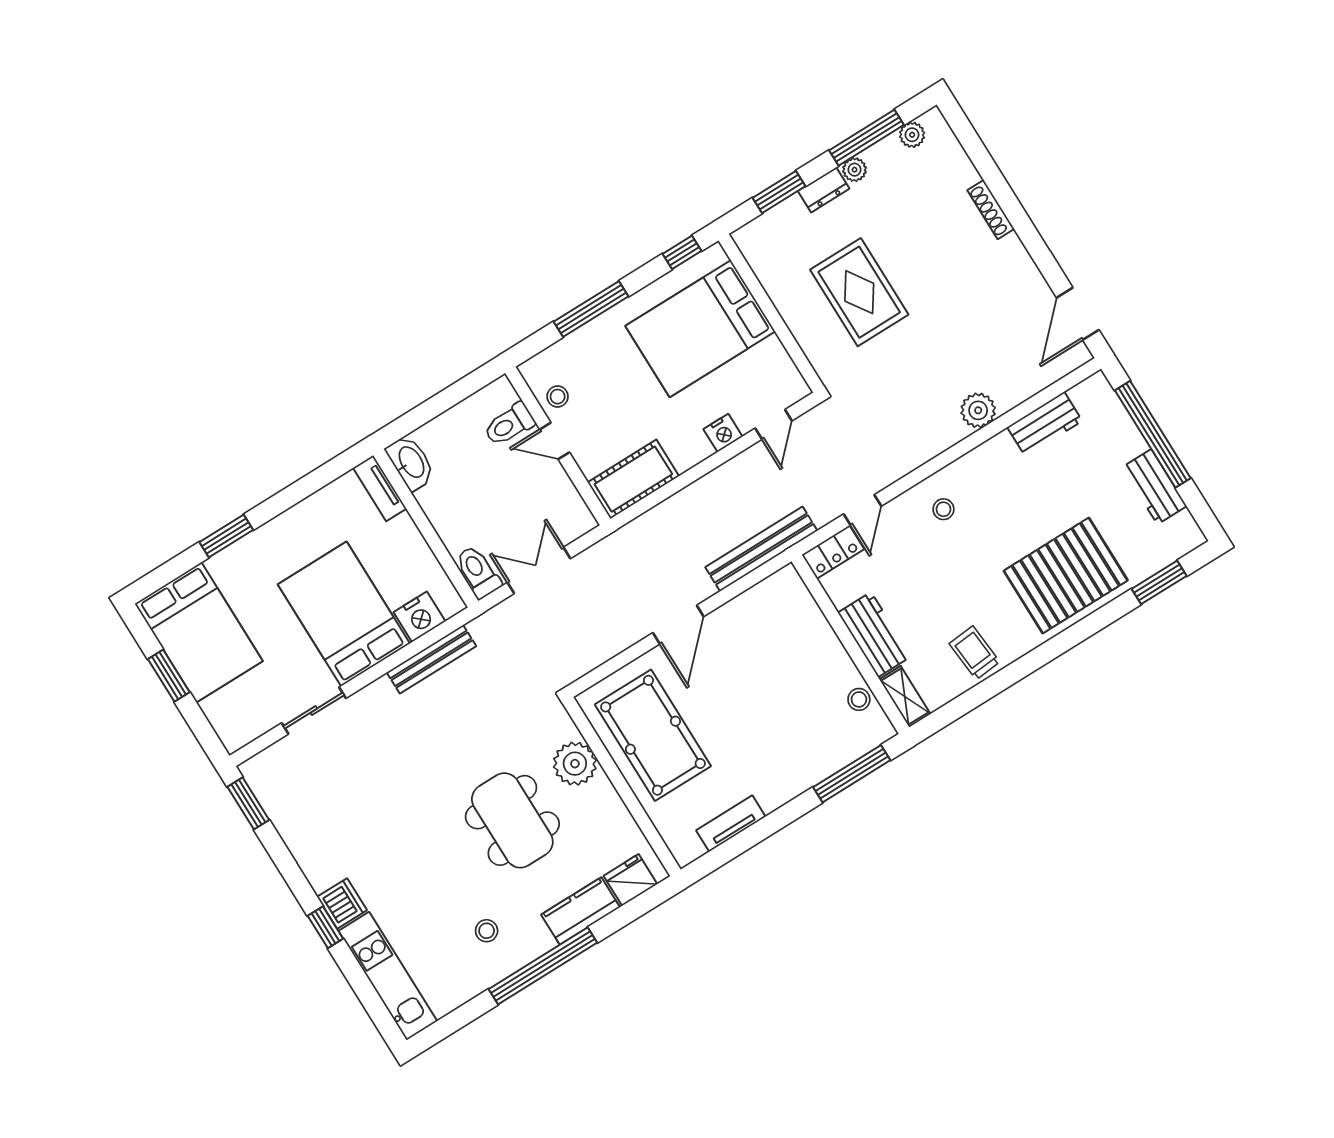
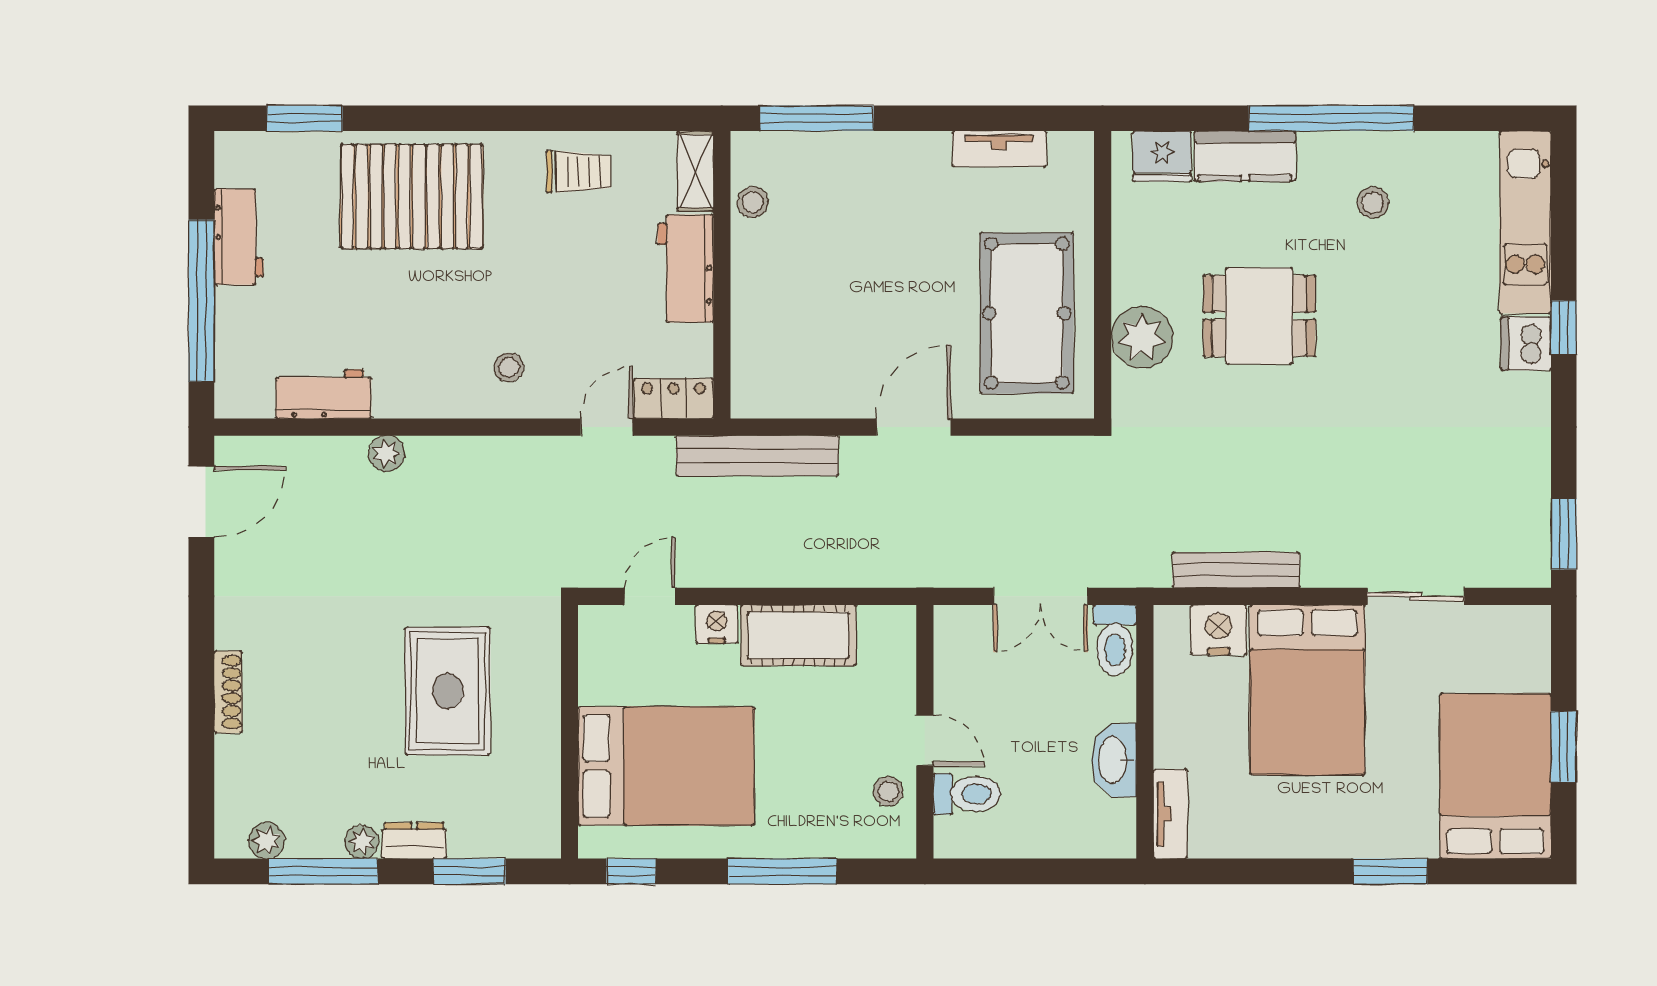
plant: (978, 410) -> (387, 453), width x0.73, depth x0.73
washbasin: (411, 463) -> (1114, 760), moved
cot: (633, 479) -> (798, 635), moved
trolley: (975, 653) -> (579, 172), turned -85
dining table: (512, 820) -> (1259, 316), width x0.73

